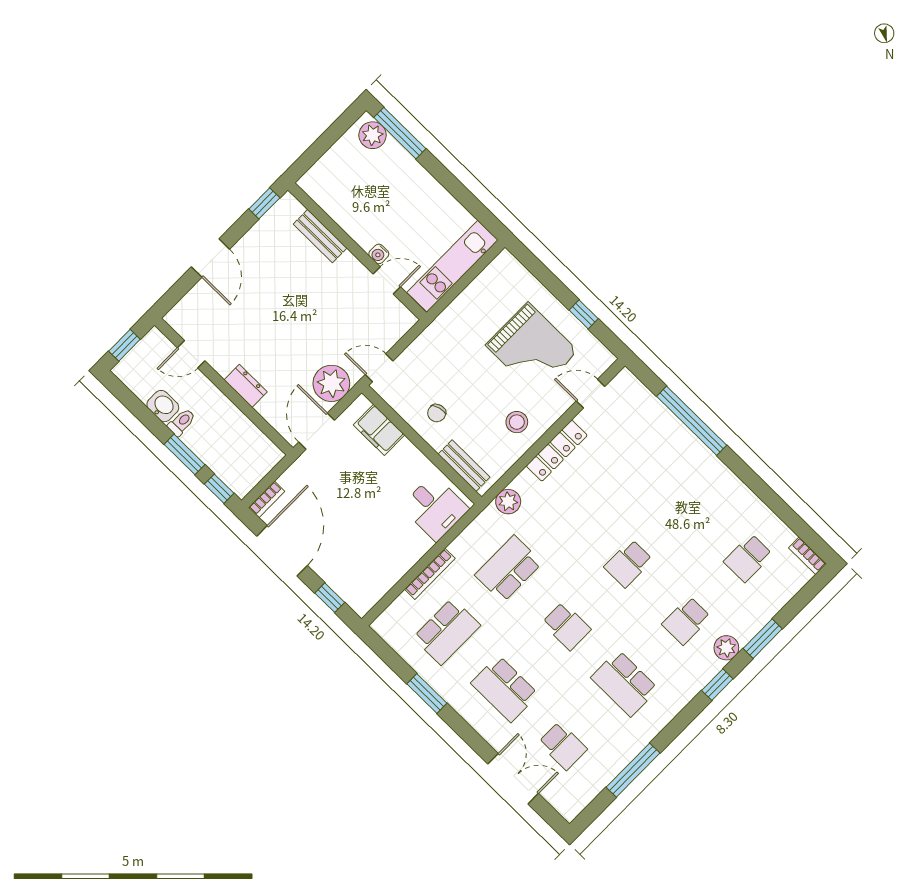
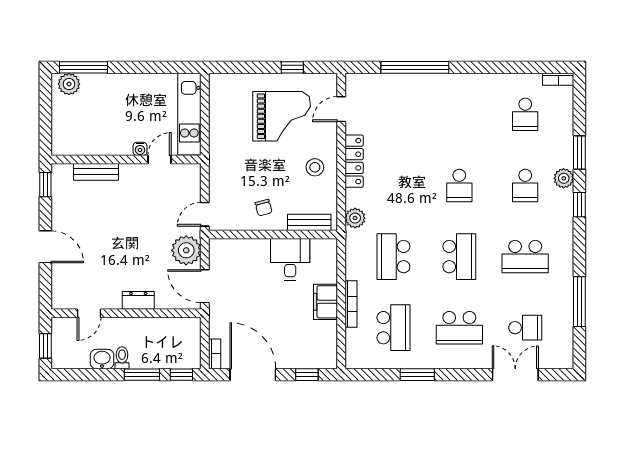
filing cabinet: (379, 430) -> (326, 302), moved, turned 90
desk: (435, 508) -> (290, 259), moved, turned -90
school desk: (566, 626) -> (459, 257), width x1.85

